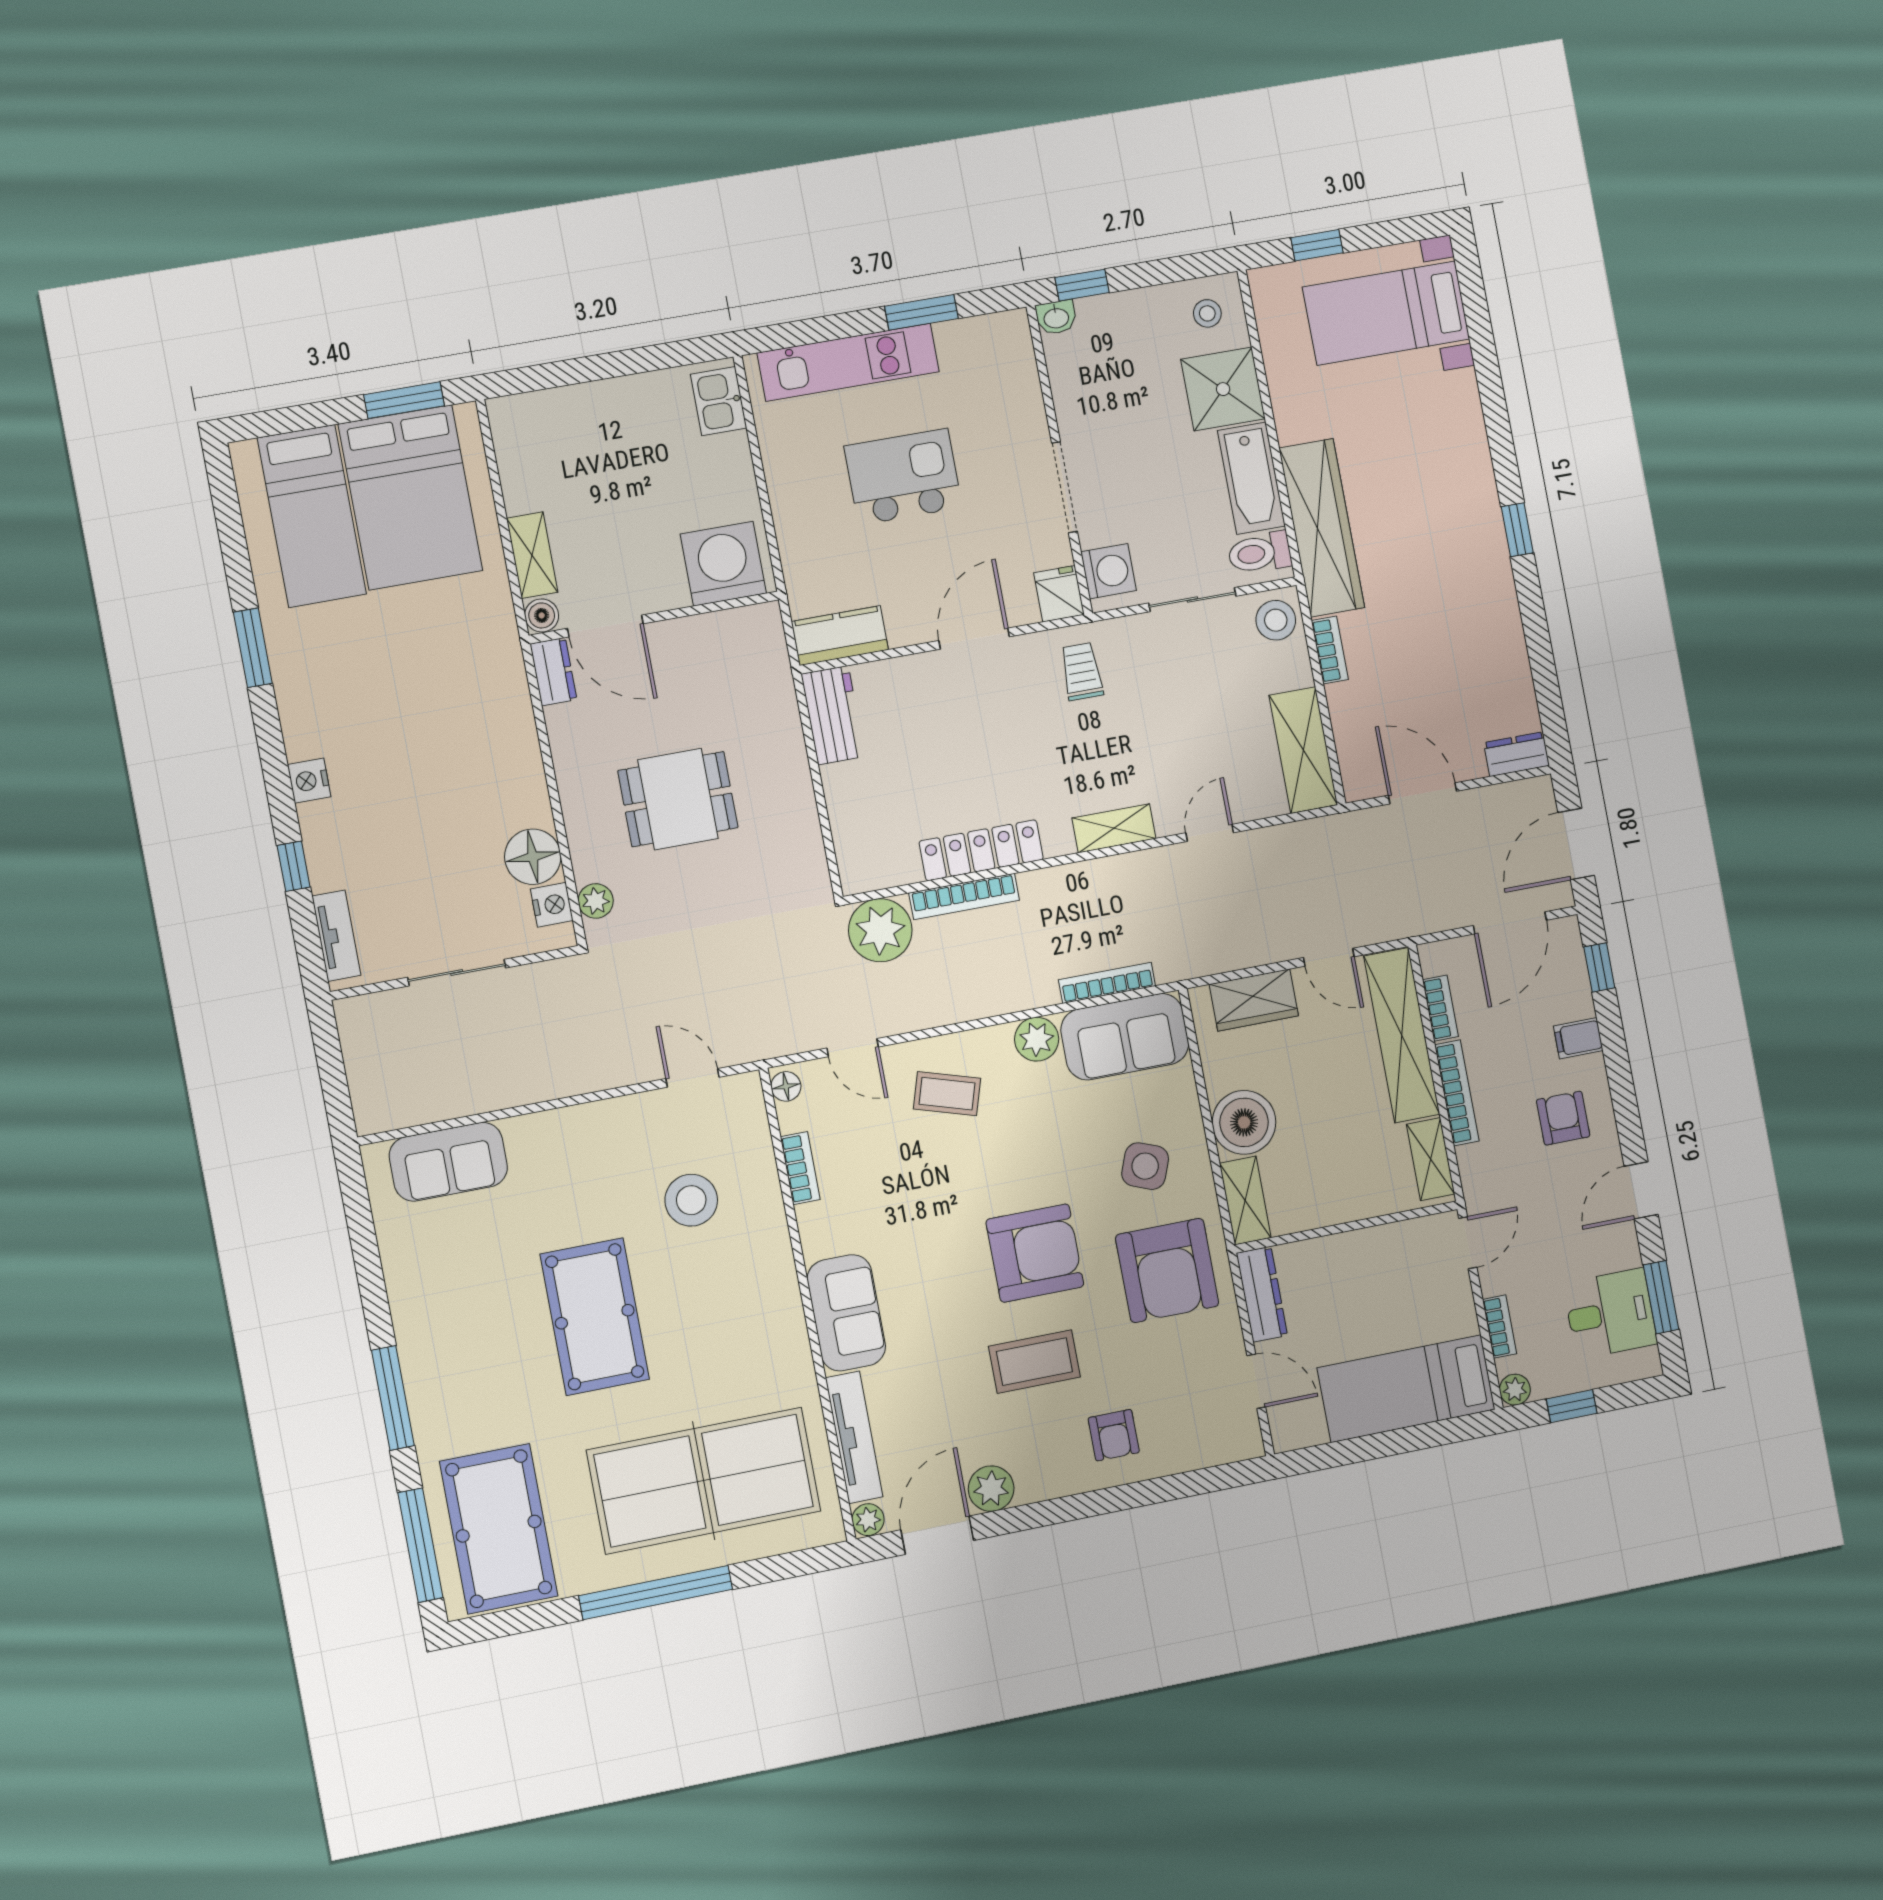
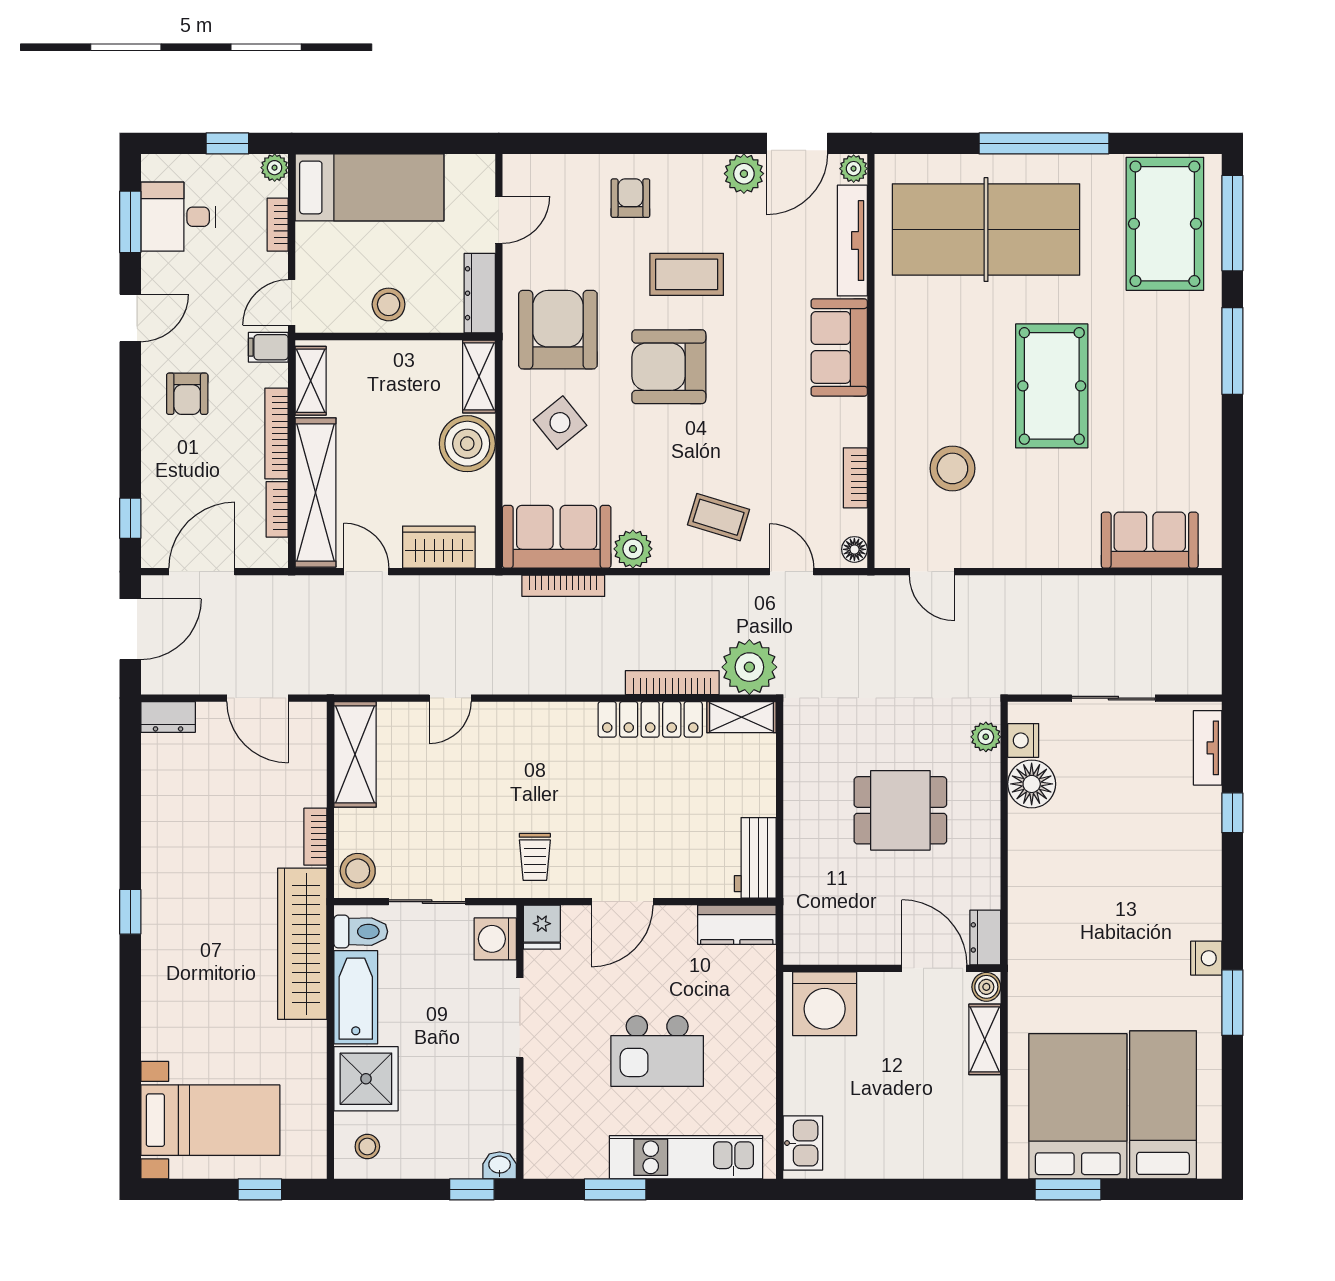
nightstand: (309, 781) -> (1206, 958), moved
shelving: (1114, 828) -> (741, 717), moved
filing cabinet: (1578, 1038) -> (268, 347), moved, turned 180
side table: (1145, 1166) -> (560, 423), turned 30
stool: (1361, 1262) -> (389, 304), added
door: (1256, 1381) -> (499, 220), swing flipped

